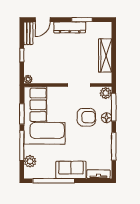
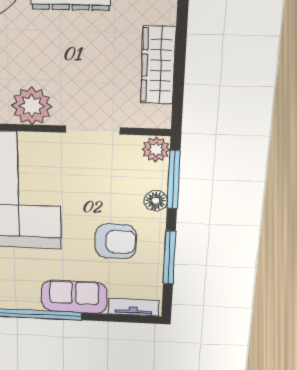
plant: (53, 75) -> (32, 106), added
armchair: (86, 117) -> (116, 241), moved

